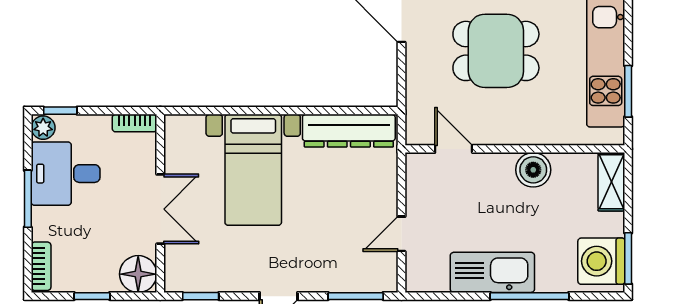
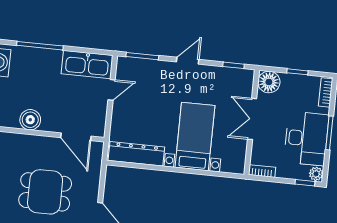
door: (454, 149) -> (76, 137), width x1.38
desk: (66, 174) -> (306, 138), width x1.37
kitchen sink: (492, 272) -> (87, 65), moved

